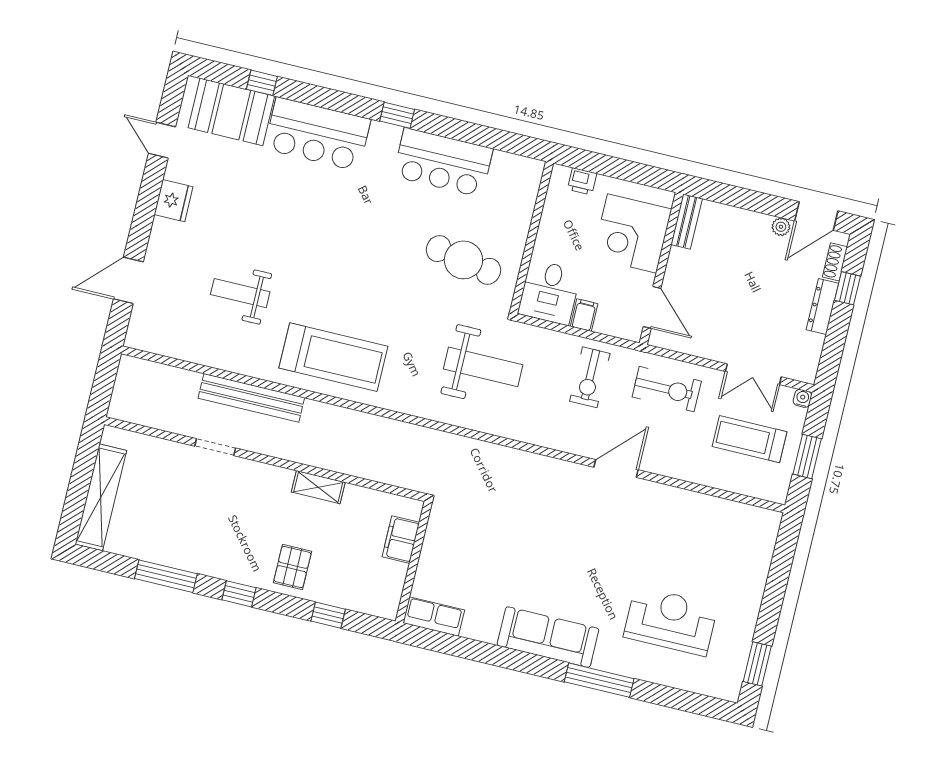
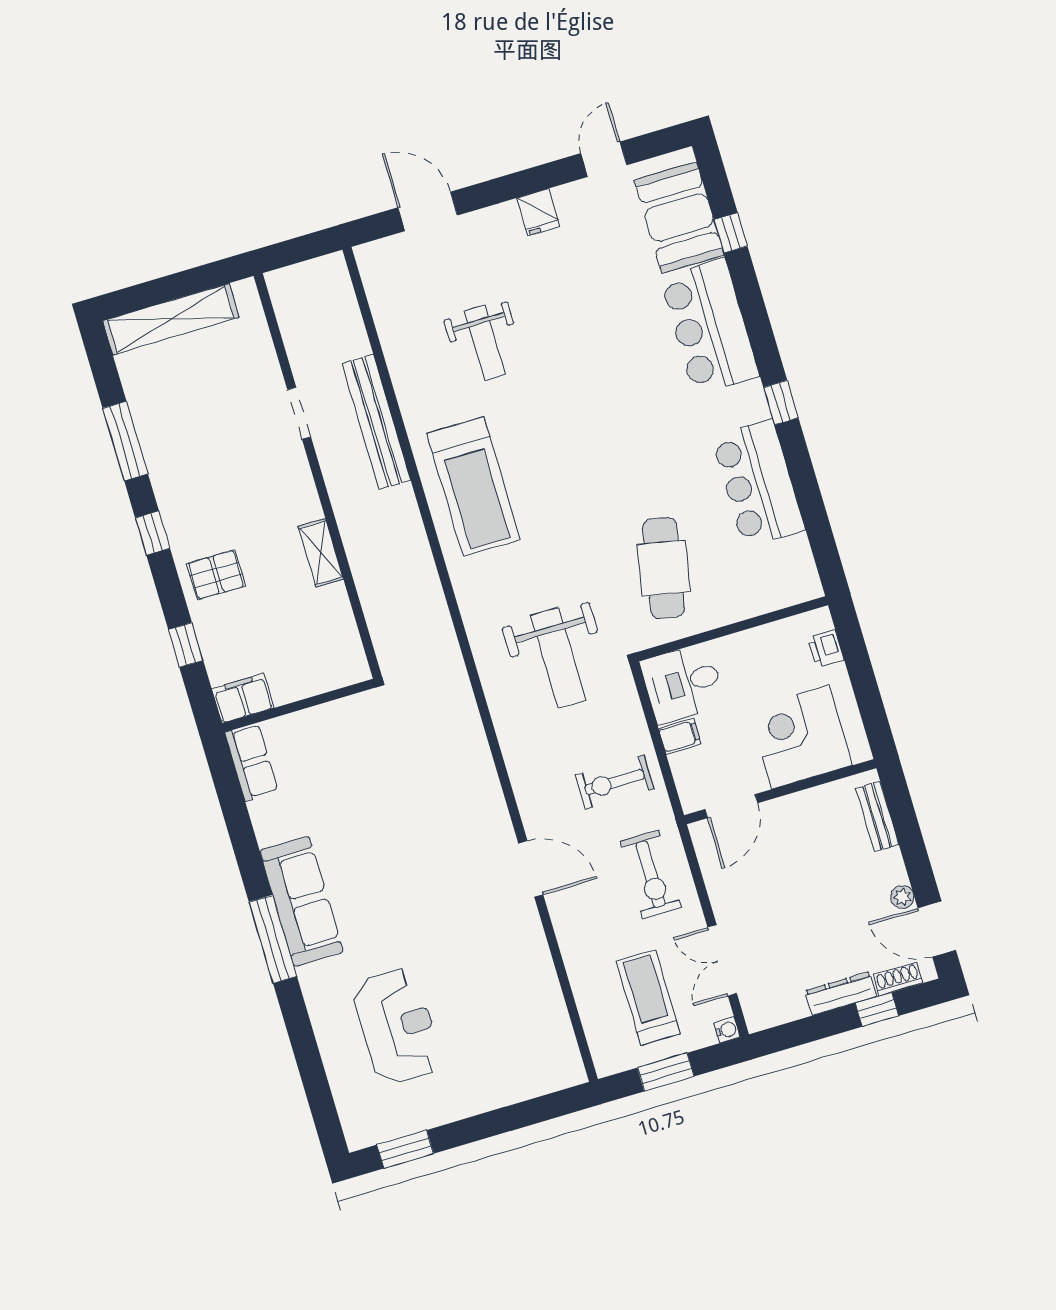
fridge: (174, 201) -> (538, 212), width x0.72
bench: (687, 222) -> (877, 817), moved, turned 90
weight bench: (240, 293) -> (485, 343), turned 180
filing cabinet: (401, 540) -> (243, 698), moved
window: (599, 680) -> (273, 939), moved

